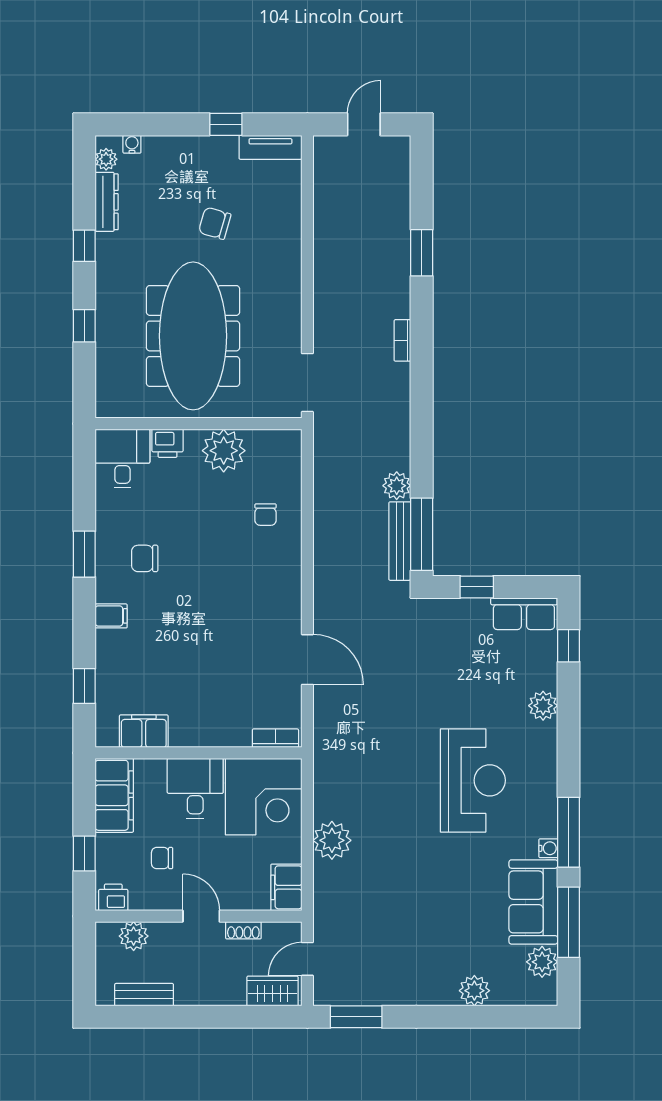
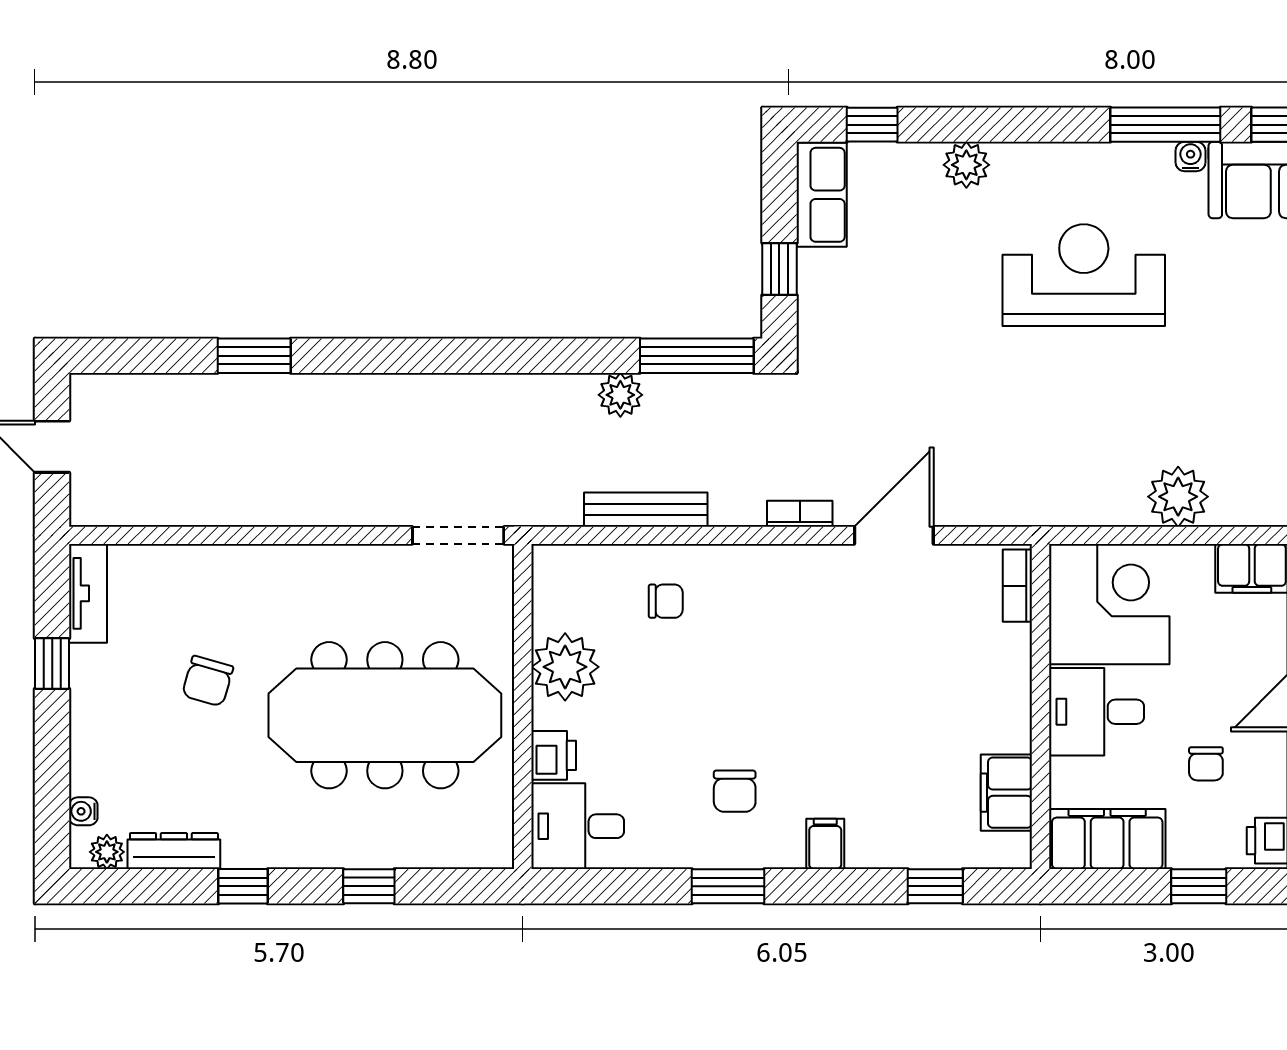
bookcase: (402, 340) -> (800, 514), moved, turned 180
bench: (400, 541) -> (646, 510), moved

